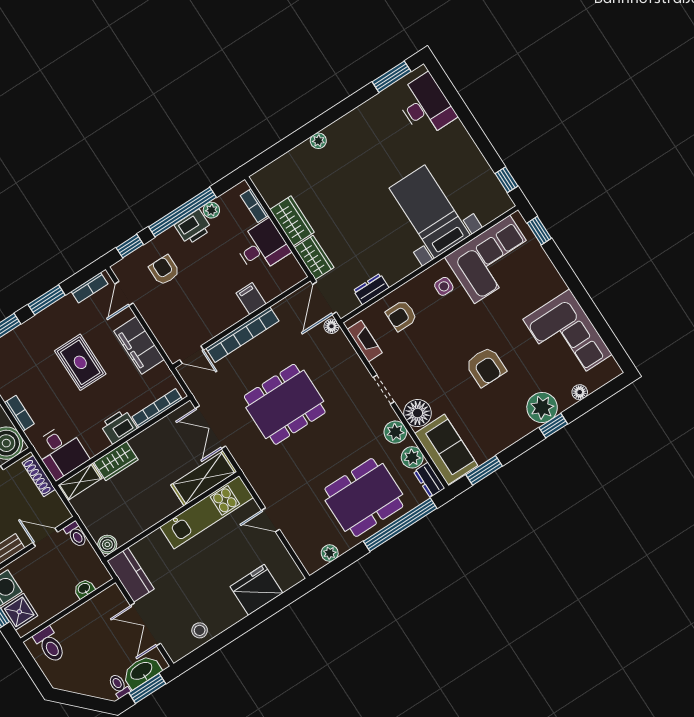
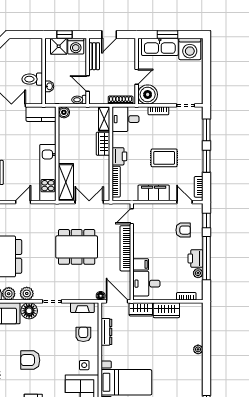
desk: (262, 247) -> (146, 284), moved, turned 90
dresser: (371, 289) -> (106, 332), width x1.44
dining table: (285, 404) -> (77, 247), turned 90
door: (45, 537) -> (88, 84), swing flipped
toilet: (50, 645) -> (32, 79), moved

